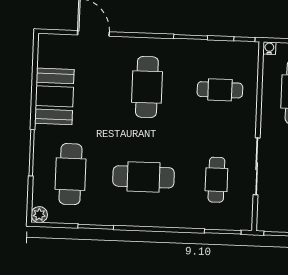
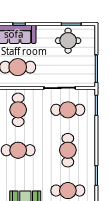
cafe table: (220, 90) -> (18, 110), width x1.37, depth x1.35
cafe table: (216, 180) -> (68, 110), width x1.37, depth x1.35

